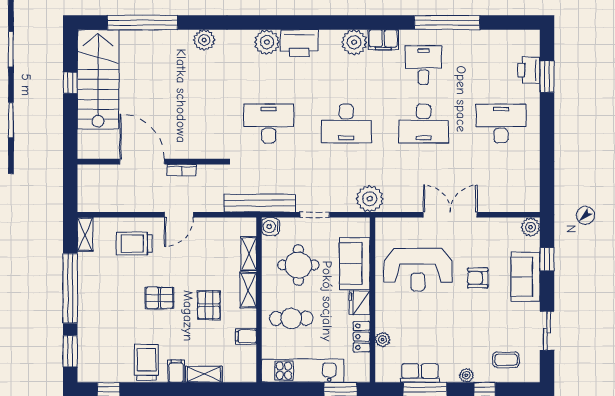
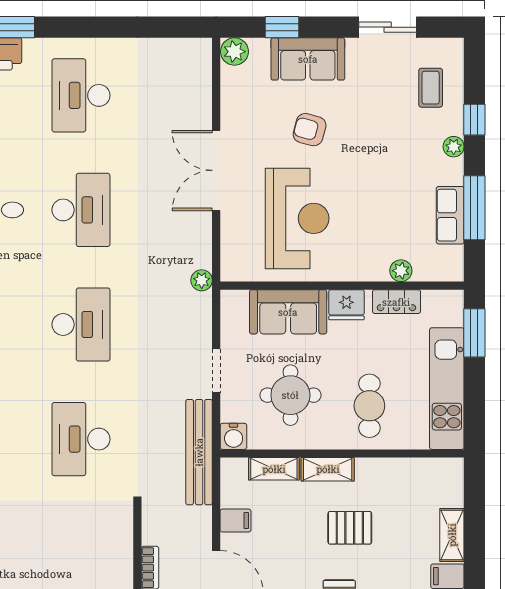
plant: (370, 199) -> (202, 280), width x0.53, depth x0.53
armchair: (478, 278) -> (310, 130), turned 105
filing cabinet: (246, 336) -> (235, 521), moved, turned -90

